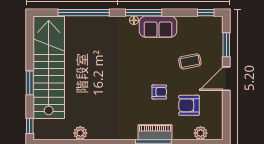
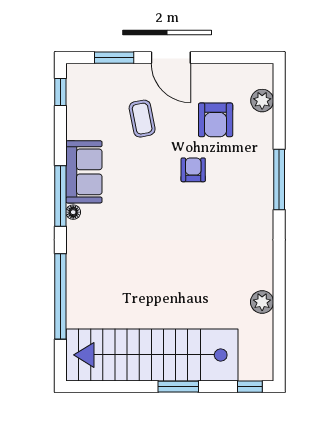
piano: (155, 132) -> (261, 177), removed

